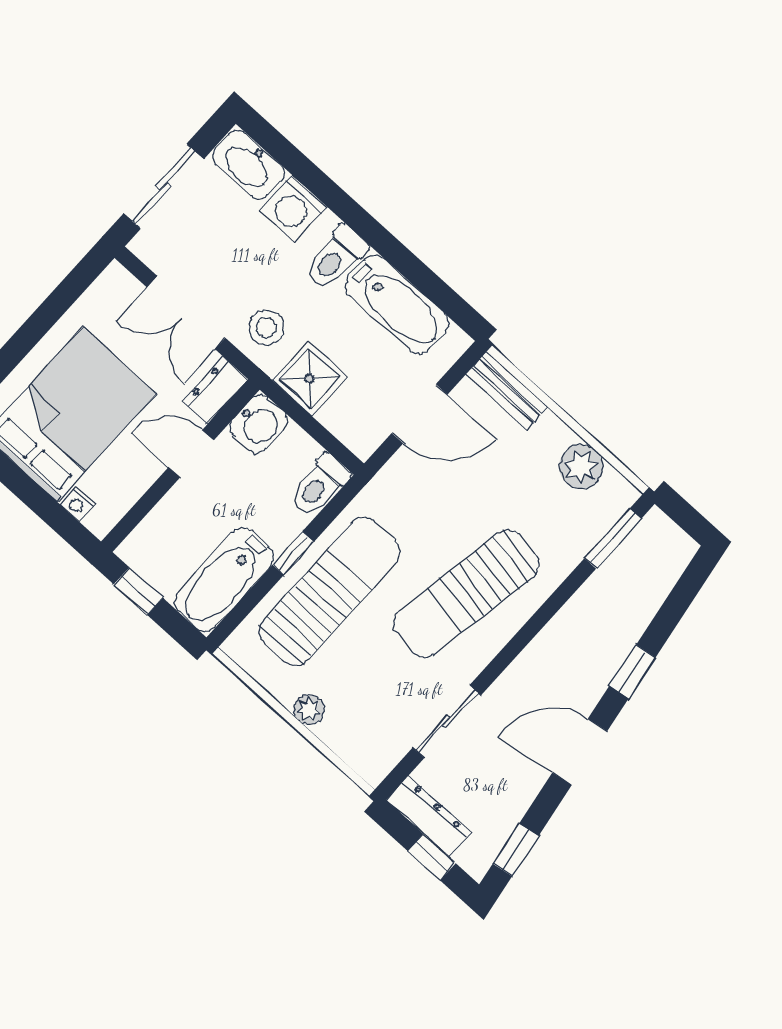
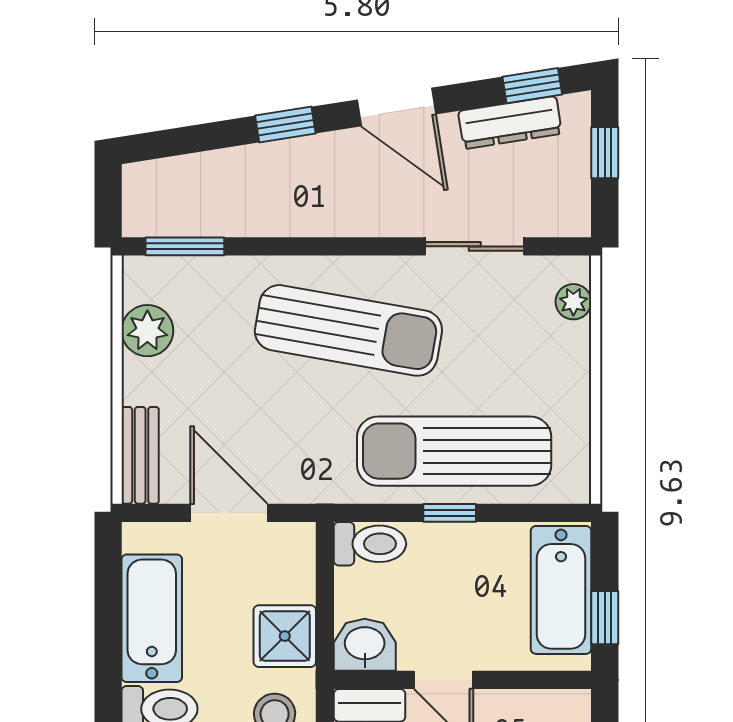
bathtub: (224, 580) -> (561, 590), moved, turned 90
plant: (309, 710) -> (573, 302), moved
dresser: (428, 816) -> (510, 122), moved, turned -99

